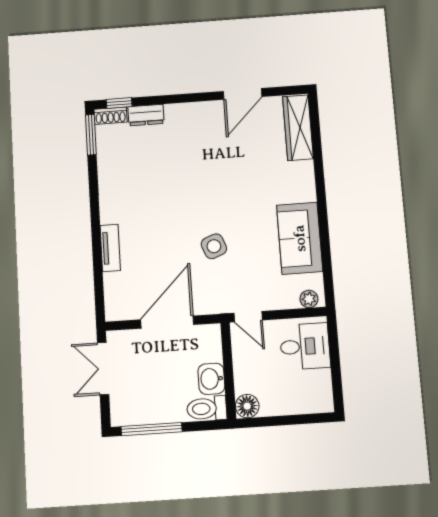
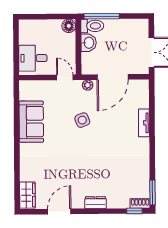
dresser: (146, 115) -> (95, 203), moved
wardrobe: (298, 128) -> (27, 195), width x0.67
plant: (309, 299) -> (88, 85), moved
window: (152, 429) -> (102, 16), moved

